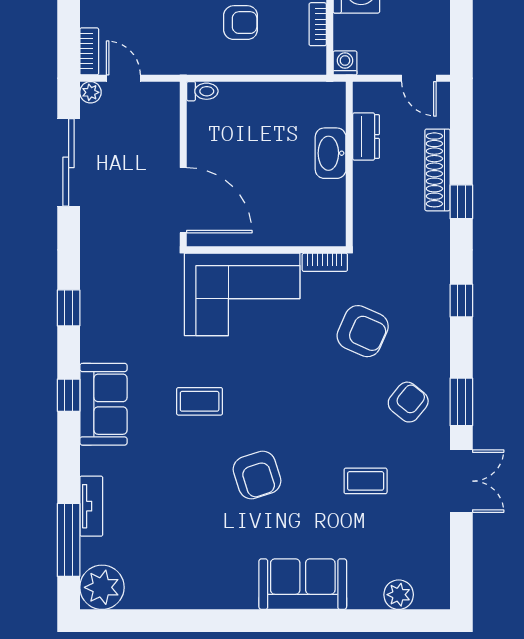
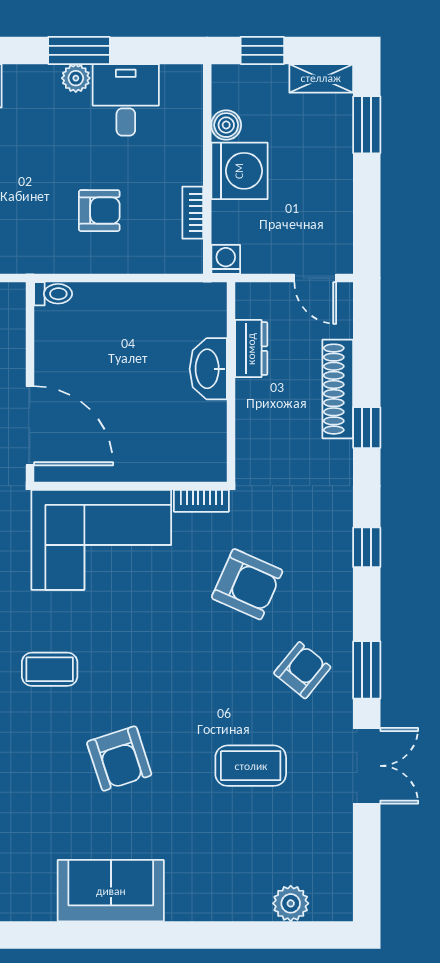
coffee table: (366, 481) -> (251, 766), width x1.36, depth x1.30
sofa: (303, 584) -> (111, 891), moved

